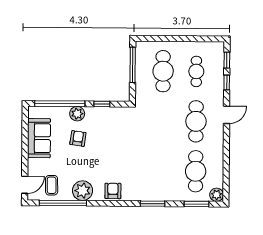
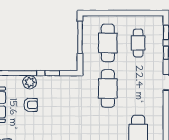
cafe table: (196, 121) -> (108, 88), moved
armchair: (78, 138) -> (31, 105), turned 82

